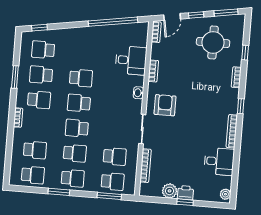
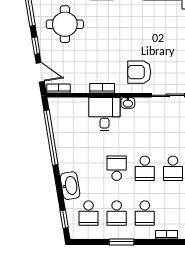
washbasin: (69, 35) -> (70, 186), added
desk: (131, 60) -> (104, 114), moved
school desk: (39, 100) -> (145, 213), turned 180

